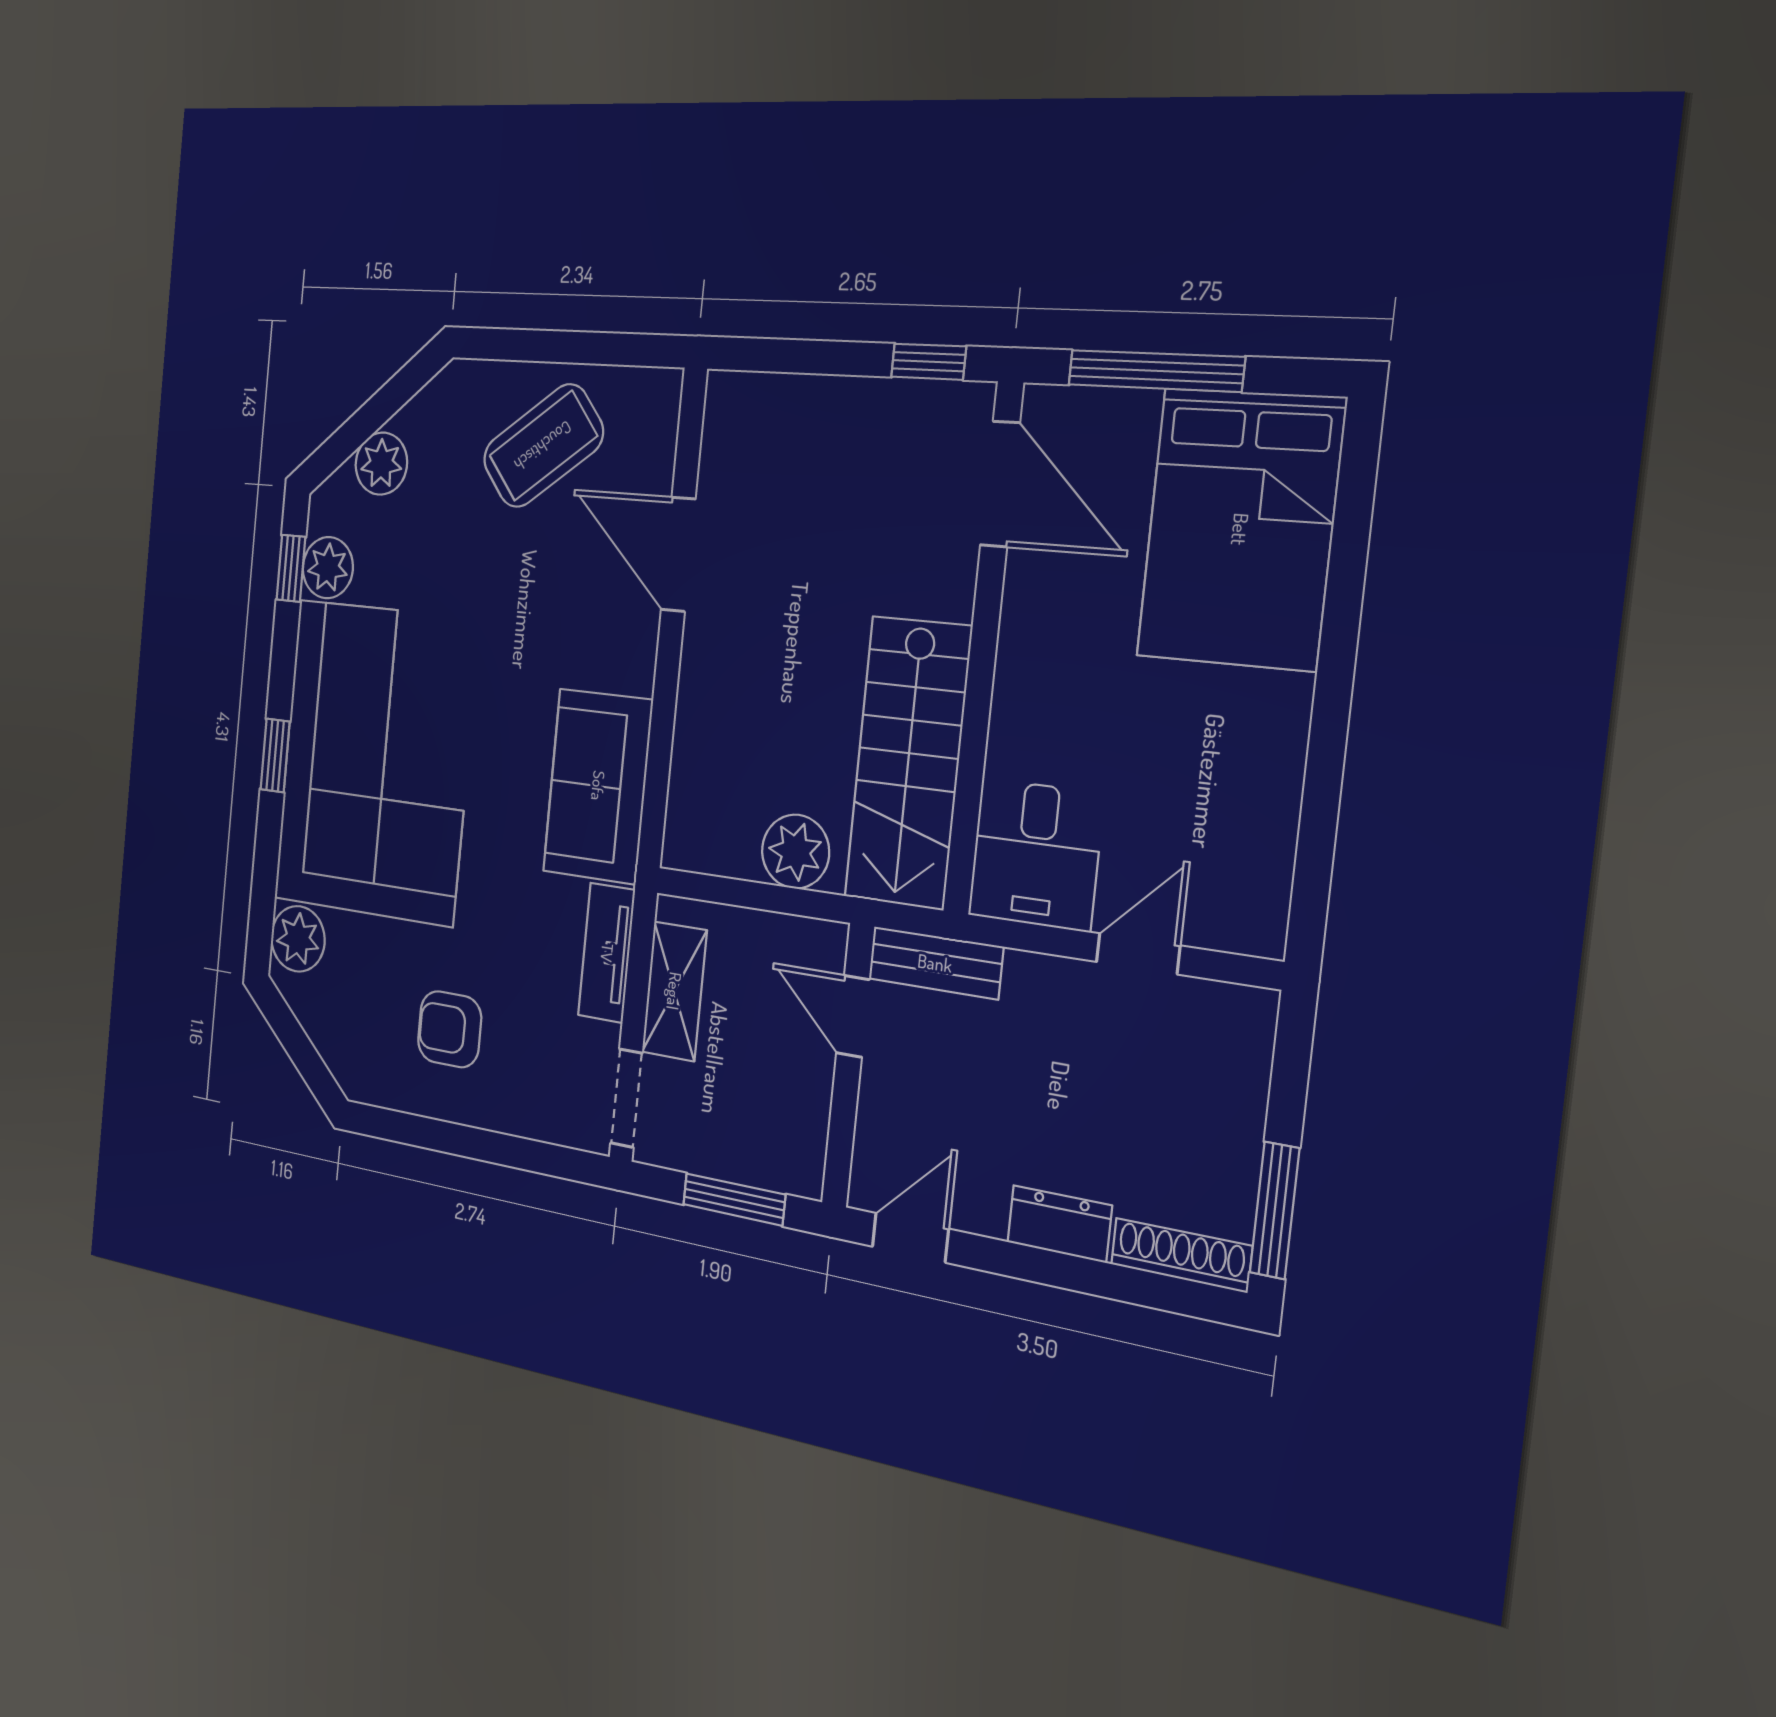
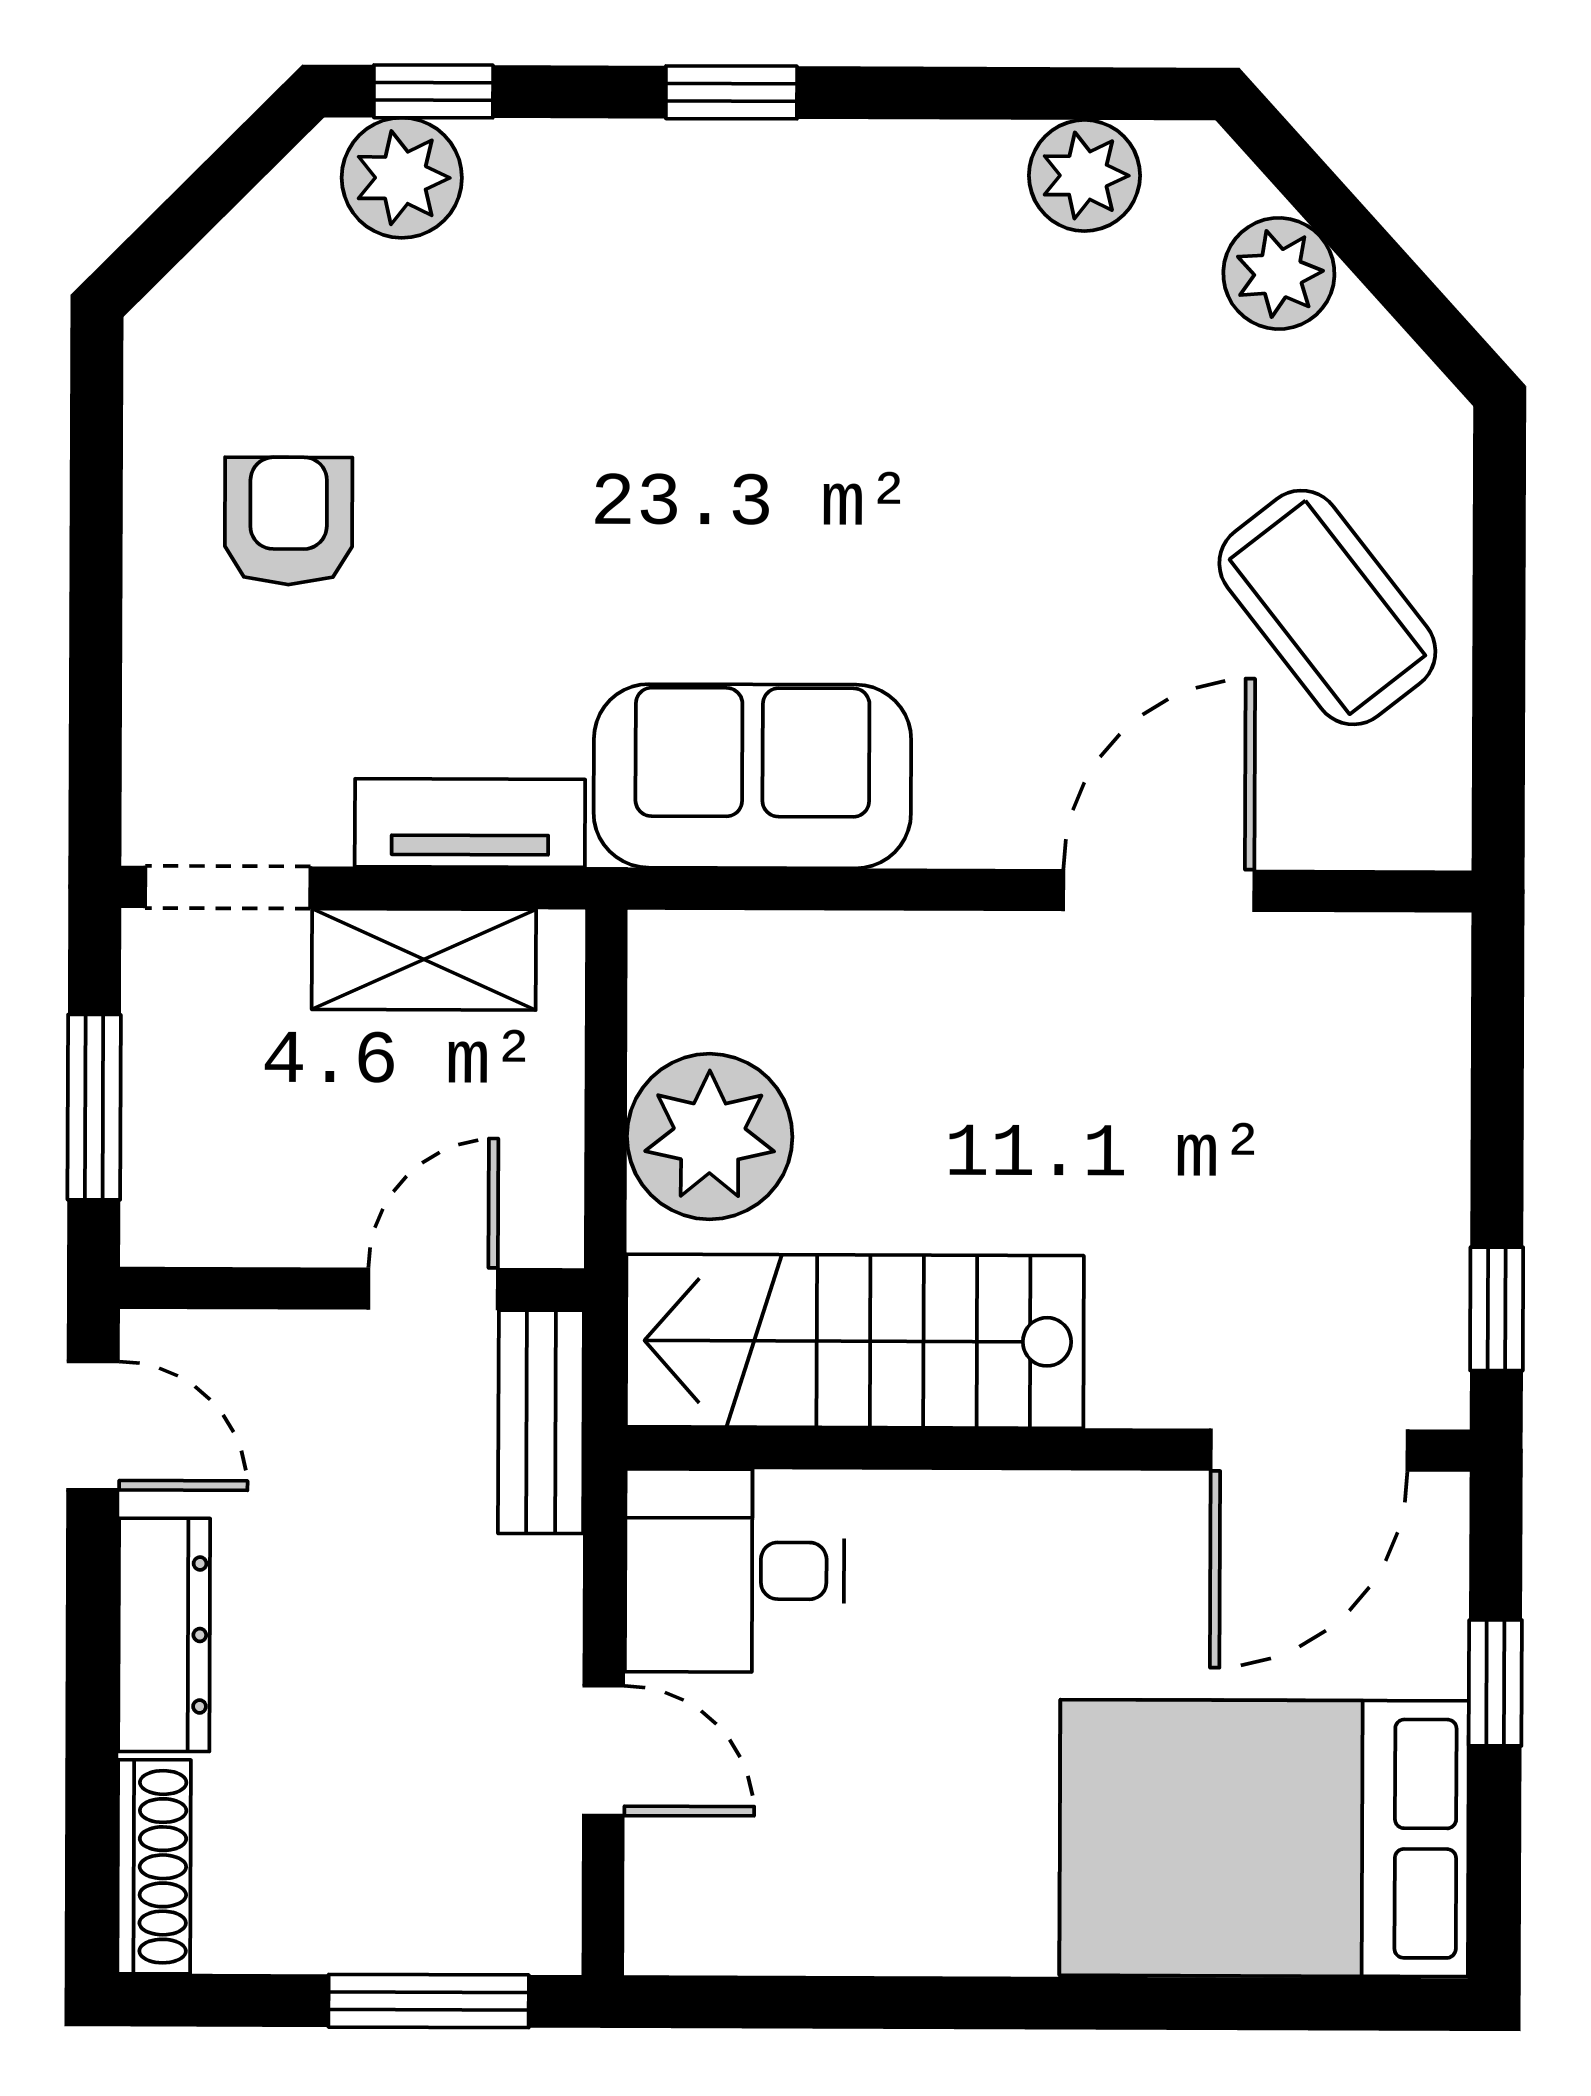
window: (1156, 371) -> (1495, 1683), width x0.46
window: (291, 568) -> (433, 91), moved
corner sofa: (375, 761) -> (745, 315), removed
plant: (795, 852) -> (710, 1137), width x1.36, depth x1.36
window: (1275, 1210) -> (429, 2001), moved
dresser: (1059, 1224) -> (164, 1635), width x1.44

